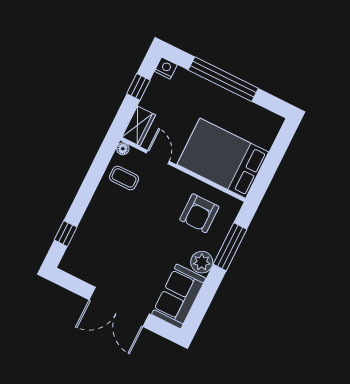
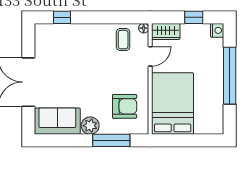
armchair: (199, 213) -> (125, 106), turned 180

